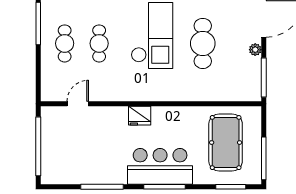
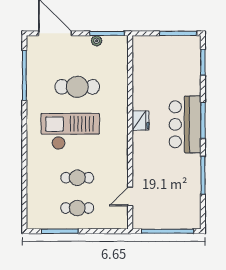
plant: (255, 50) -> (97, 41), moved
door: (78, 104) -> (130, 197), hinge flipped
fridge: (140, 116) -> (141, 121), moved
pool table: (226, 143) -> (164, 67), removed

